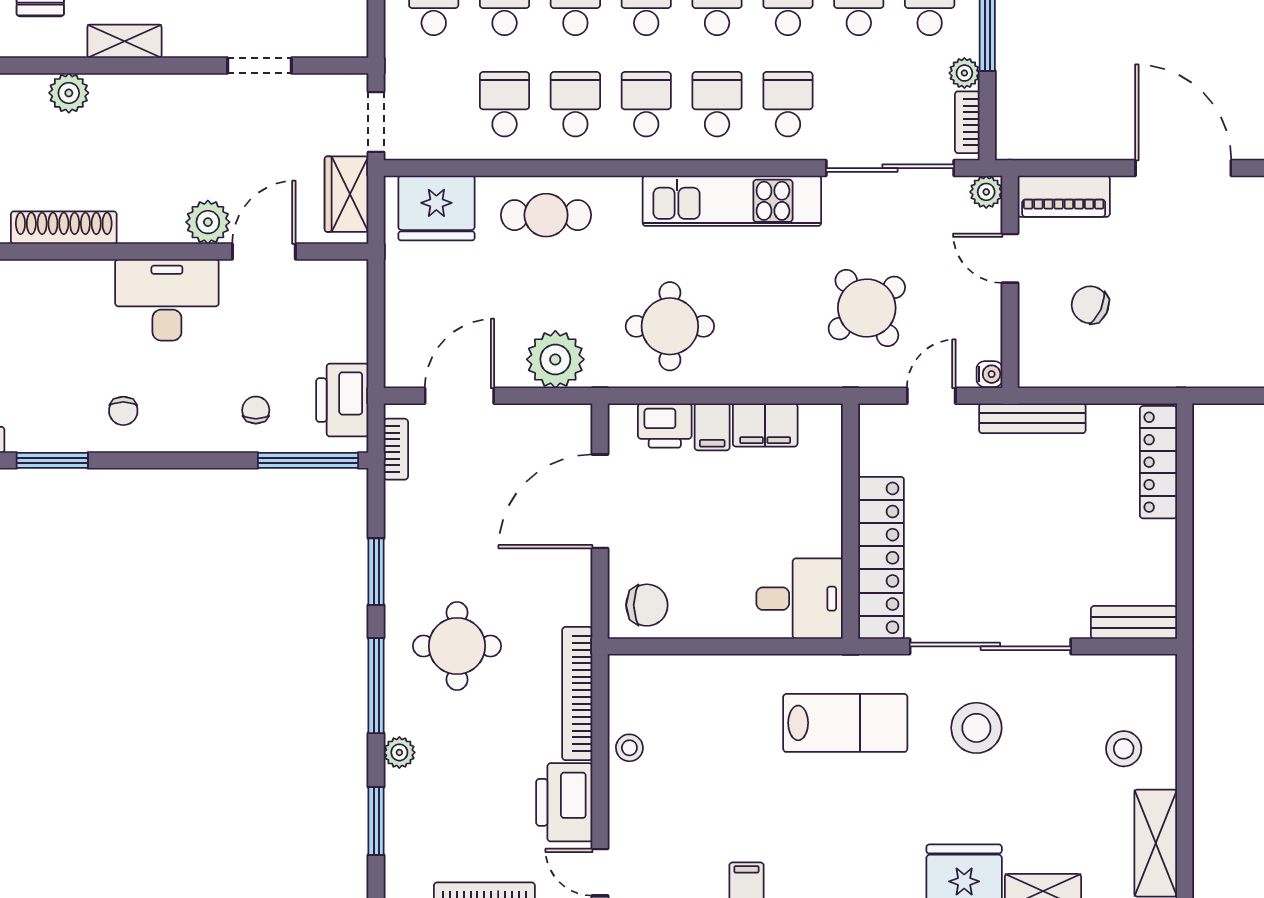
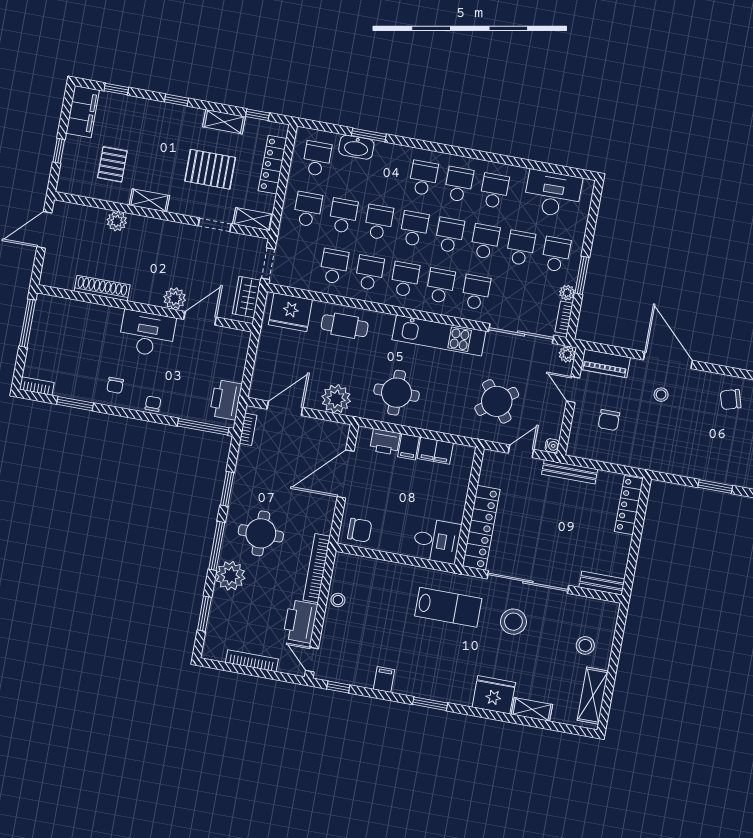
shelving: (331, 41) -> (253, 219), added
stool: (1182, 237) -> (661, 395), added
chair: (1090, 305) -> (609, 420), turned -114
chair: (256, 410) -> (153, 404), moved
plant: (399, 752) -> (230, 576), width x1.87, depth x1.87

